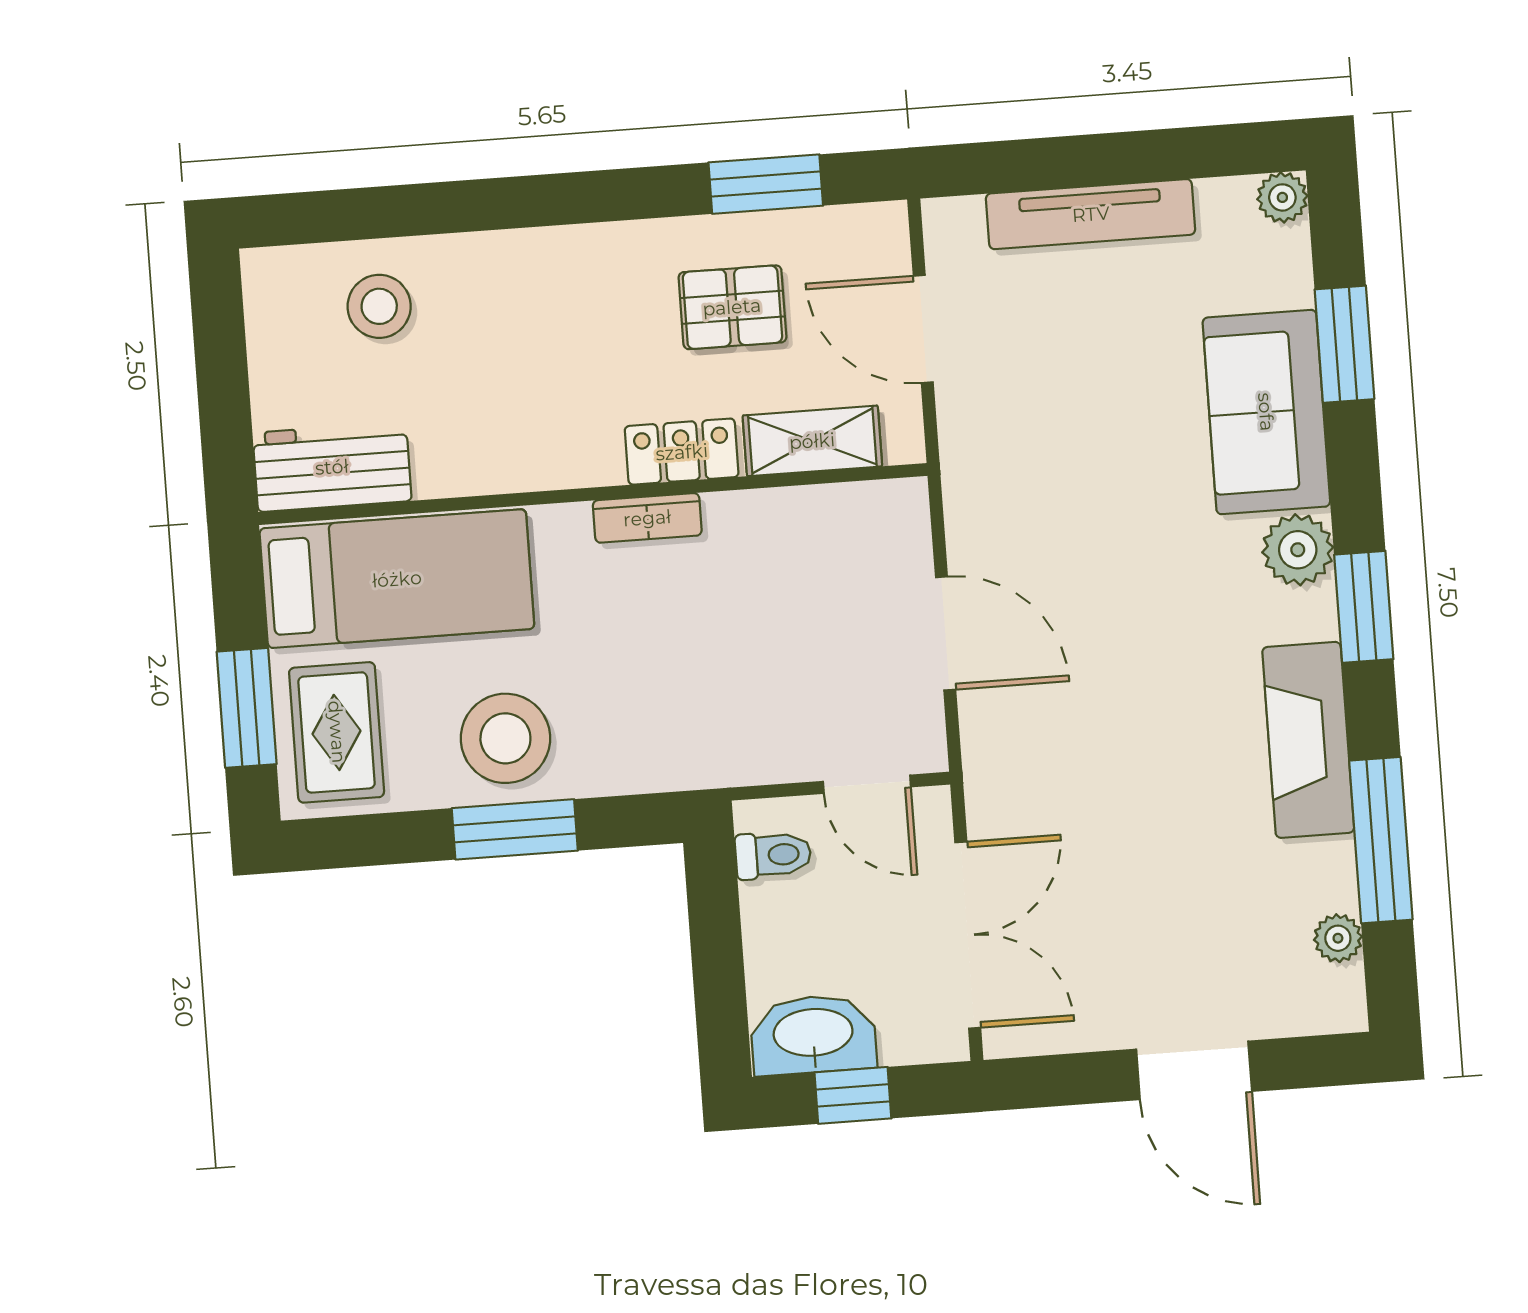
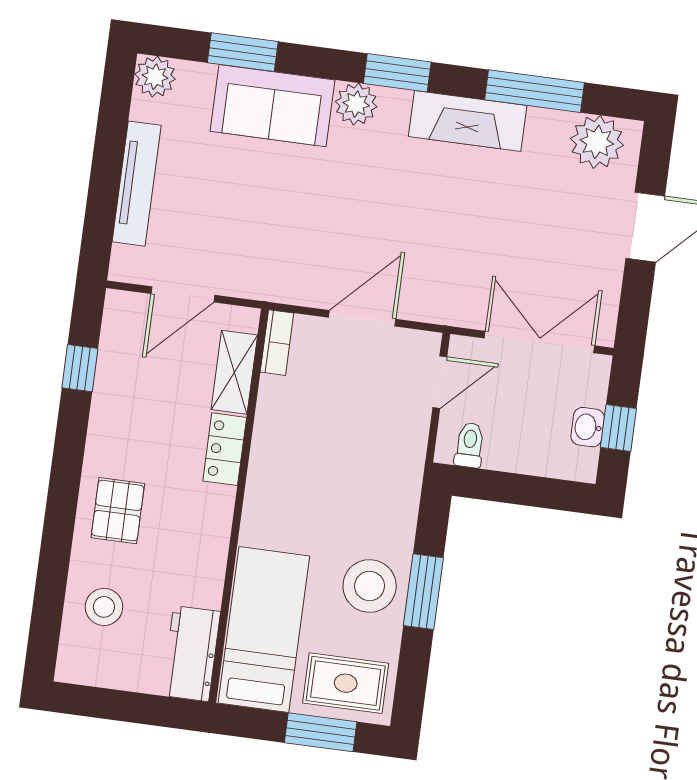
window: (766, 184) -> (80, 368), width x0.67
plant: (1282, 197) -> (155, 77), width x1.38, depth x1.38
pallet: (732, 307) -> (118, 511), moved
bookcase: (647, 518) -> (277, 343), moved
plant: (1338, 938) -> (597, 142), width x1.88, depth x1.88
washbasin: (813, 1035) -> (588, 427), width x0.52, depth x0.69

